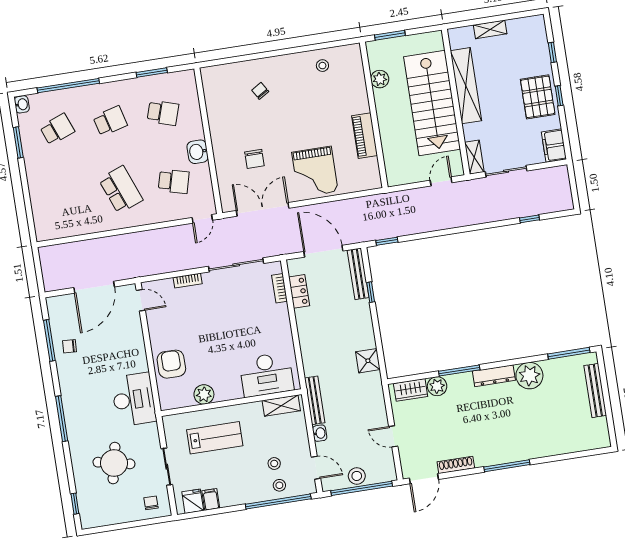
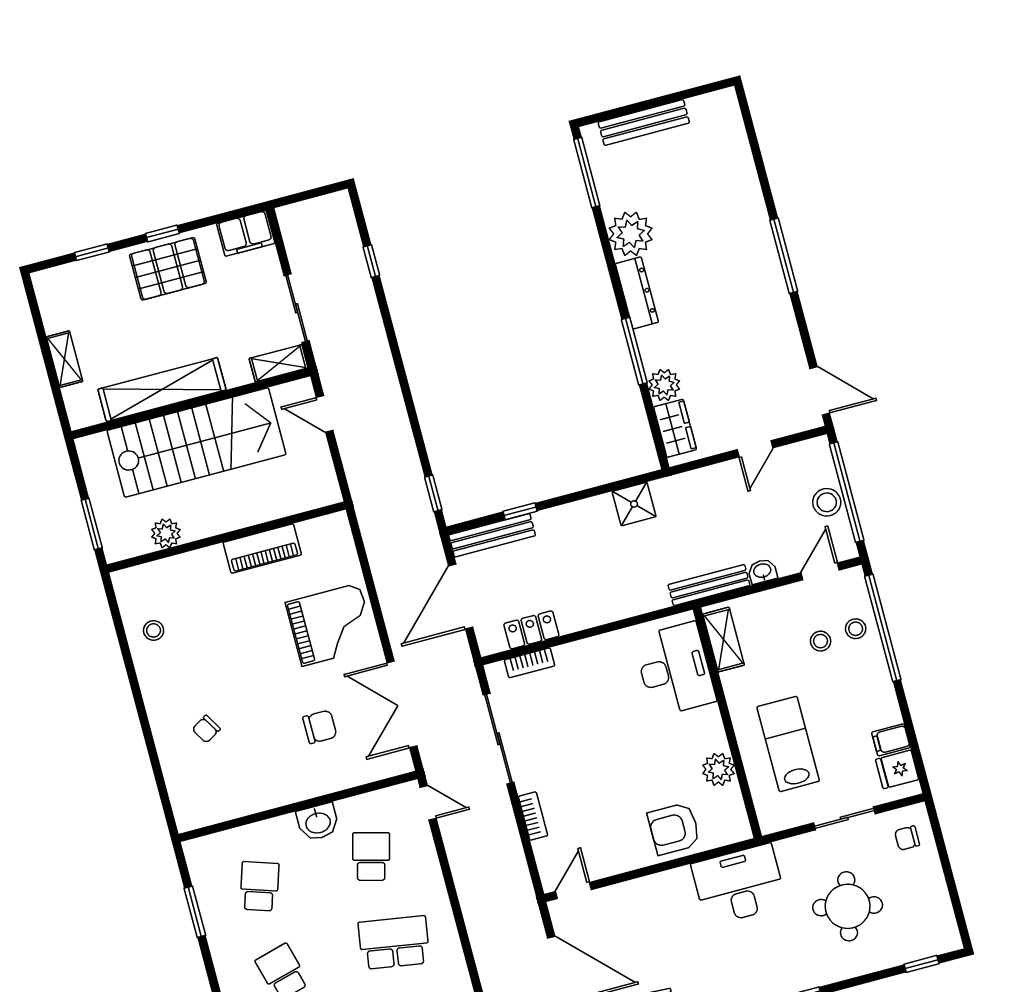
school desk: (121, 190) -> (394, 943), turned 30
shoe rack: (456, 465) -> (791, 340), removed

